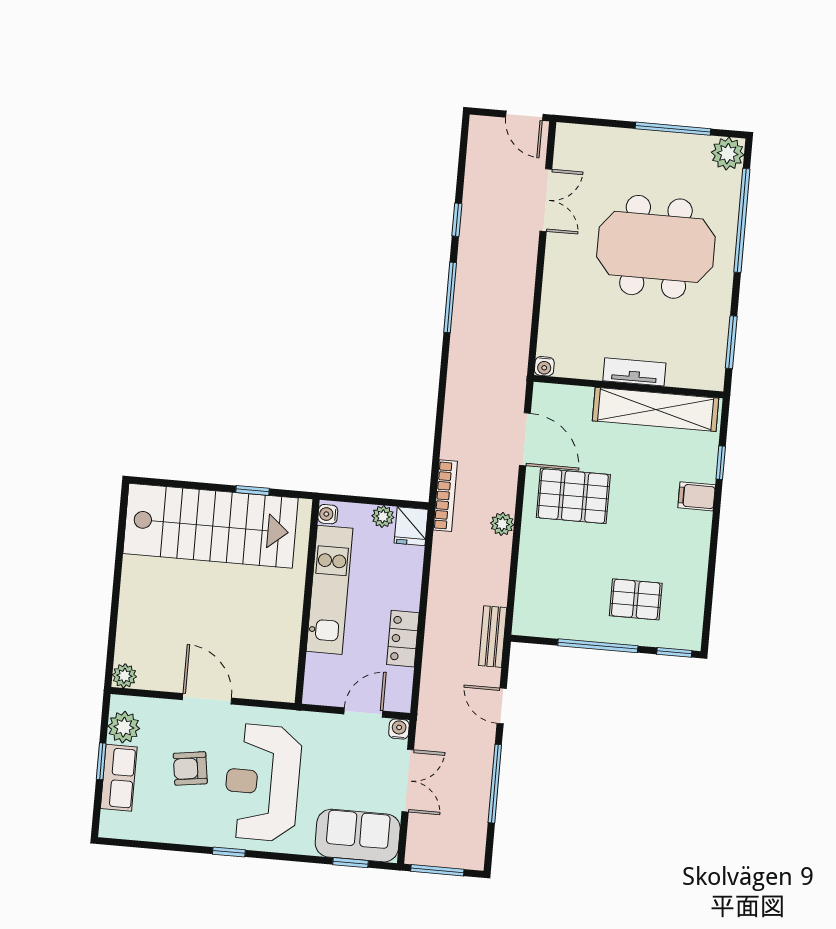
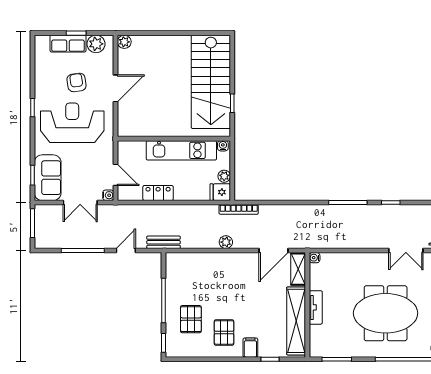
meeting table: (656, 247) -> (386, 313), turned 90
shelving: (562, 398) -> (298, 269), added
pallet: (573, 496) -> (224, 332), moved, width x0.67, depth x0.71

